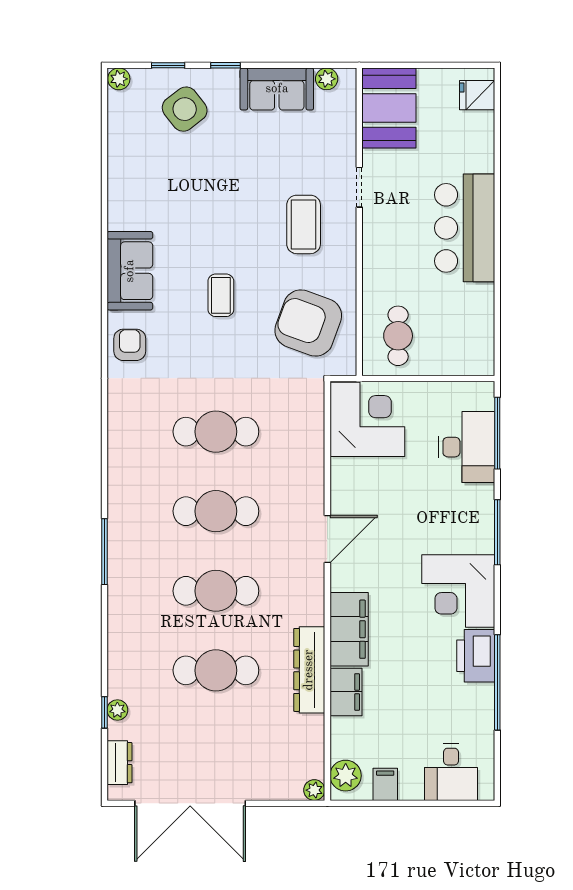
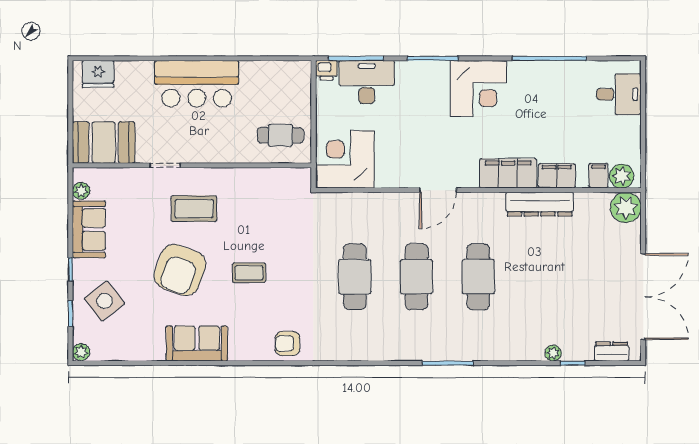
fridge: (477, 95) -> (98, 74), width x1.38
sofa: (130, 271) -> (197, 343), moved
armchair: (308, 323) -> (180, 270), moved
door: (327, 539) -> (438, 190), swing flipped
printer: (476, 656) -> (326, 70), moved, width x0.53, depth x0.68
cafe table: (216, 670) -> (540, 277), removed
plant: (117, 710) -> (553, 353), moved
filing cabinet: (385, 784) -> (599, 176), moved, turned 90
plant: (314, 790) -> (626, 207), width x1.88, depth x1.88

